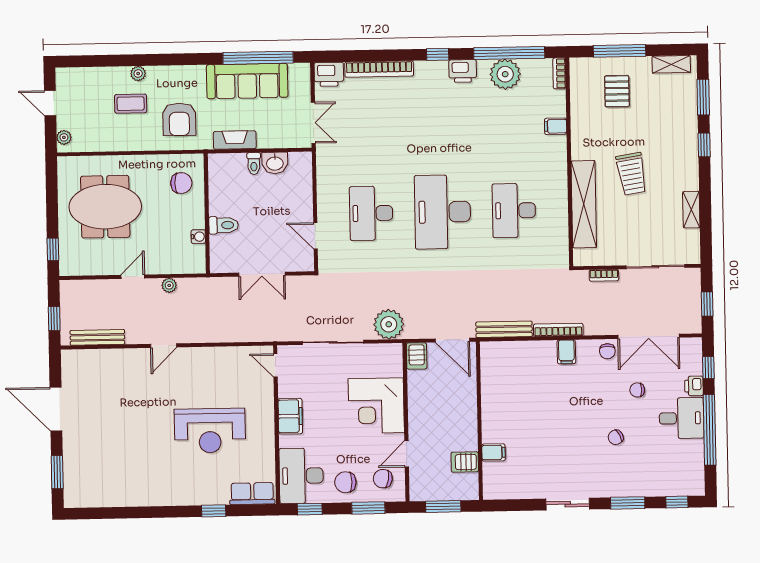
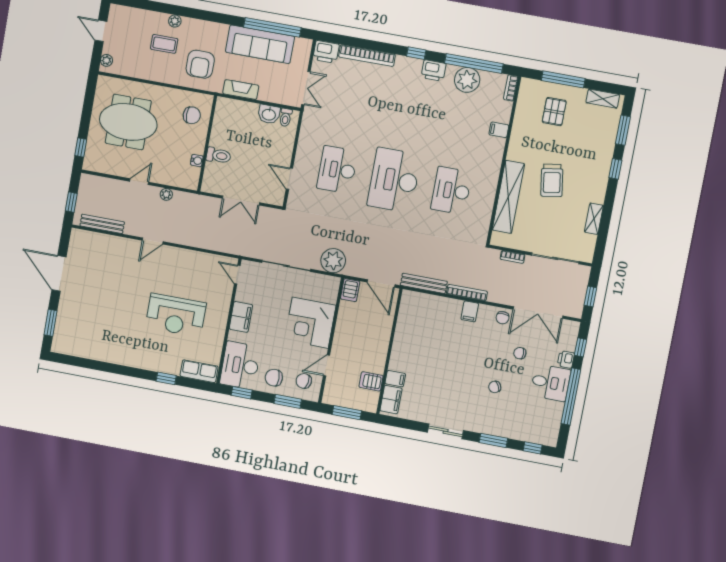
toilet: (254, 164) -> (286, 117), moved
filing cabinet: (493, 479) -> (391, 400), added

